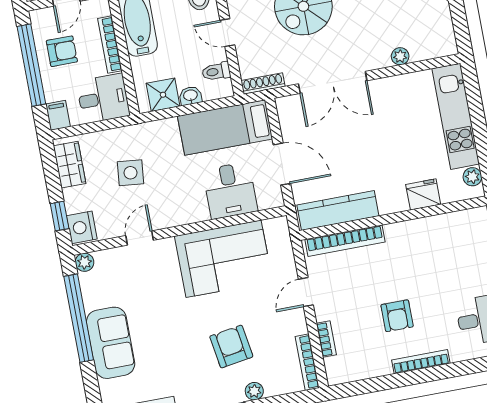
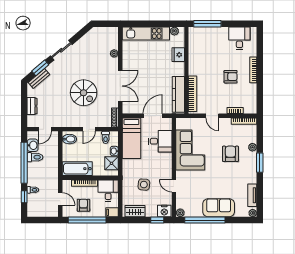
armchair: (231, 347) -> (230, 154), turned 99

